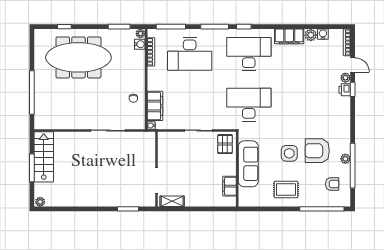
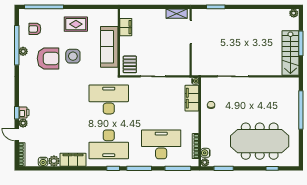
desk: (249, 105) -> (109, 99), turned 180

